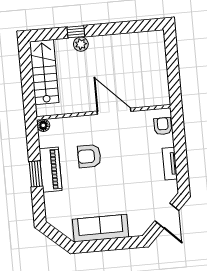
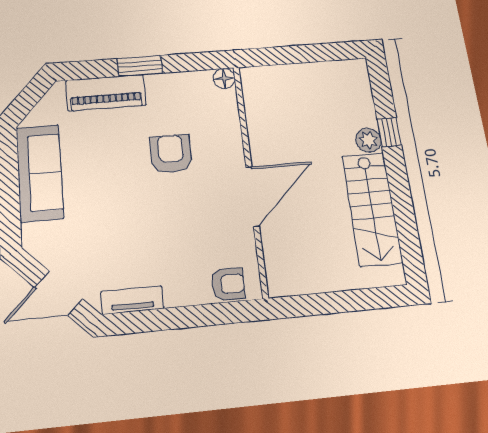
stairs: (44, 72) -> (372, 209), moved, turned 90
tv unit: (170, 164) -> (132, 300), moved
piano: (50, 170) -> (106, 93), moved

